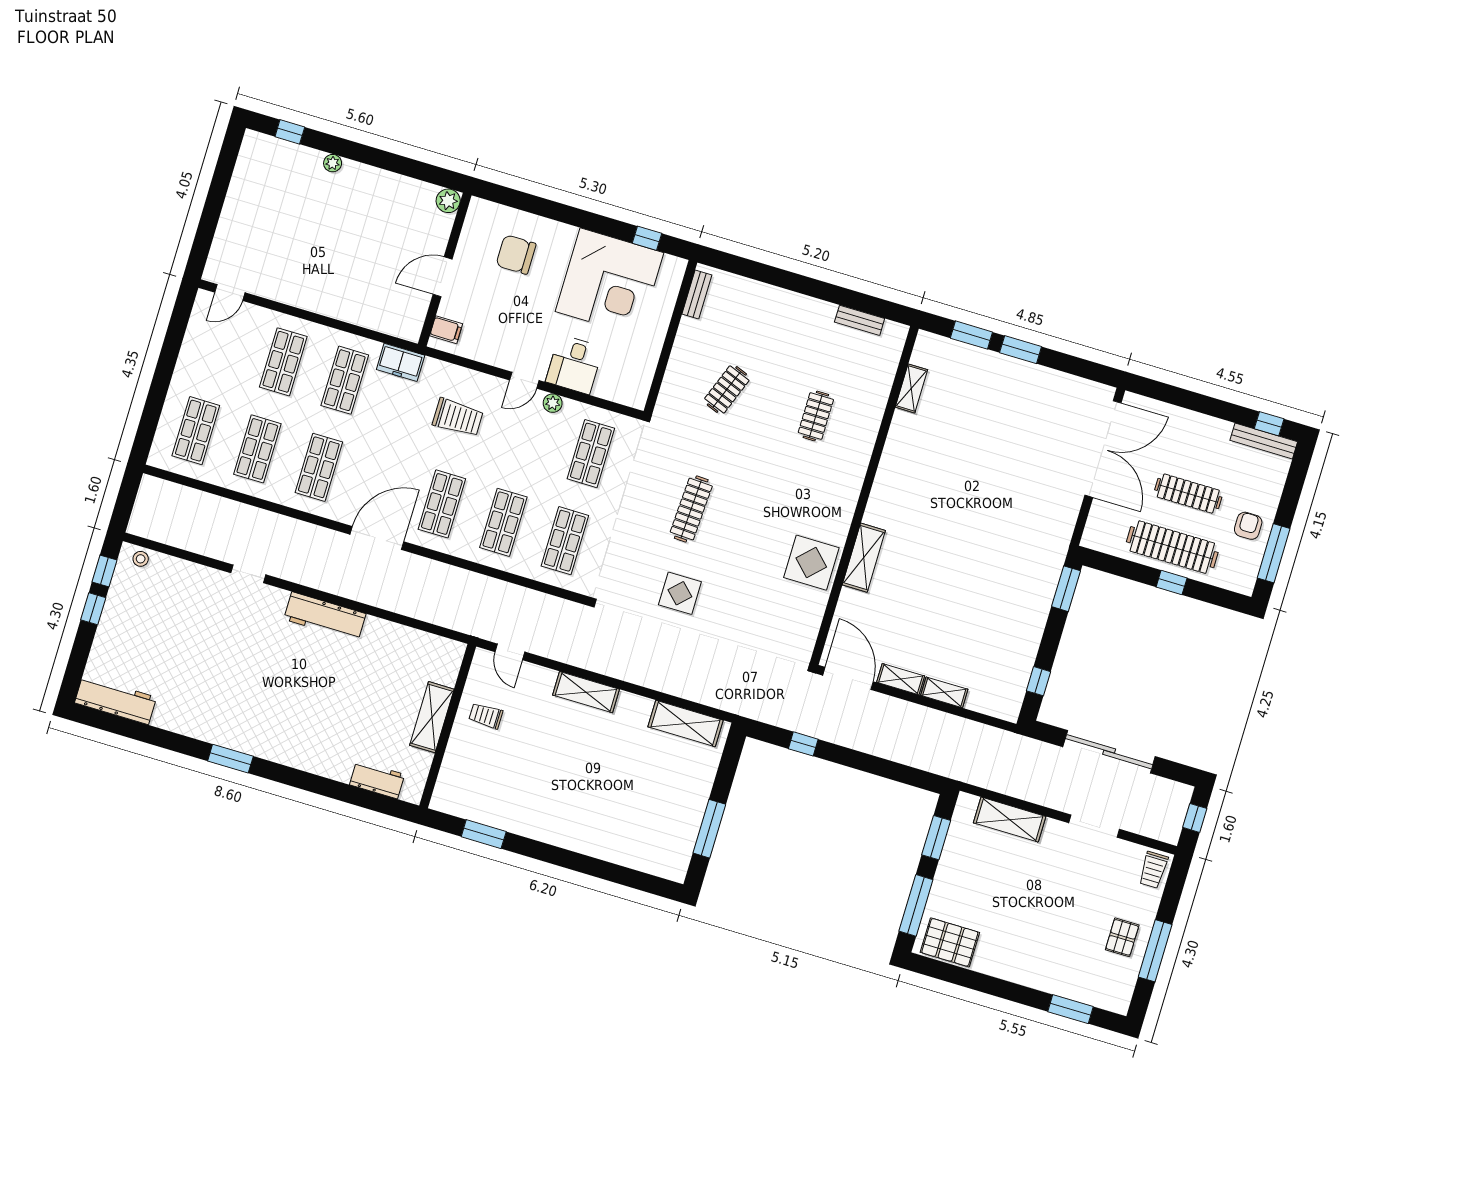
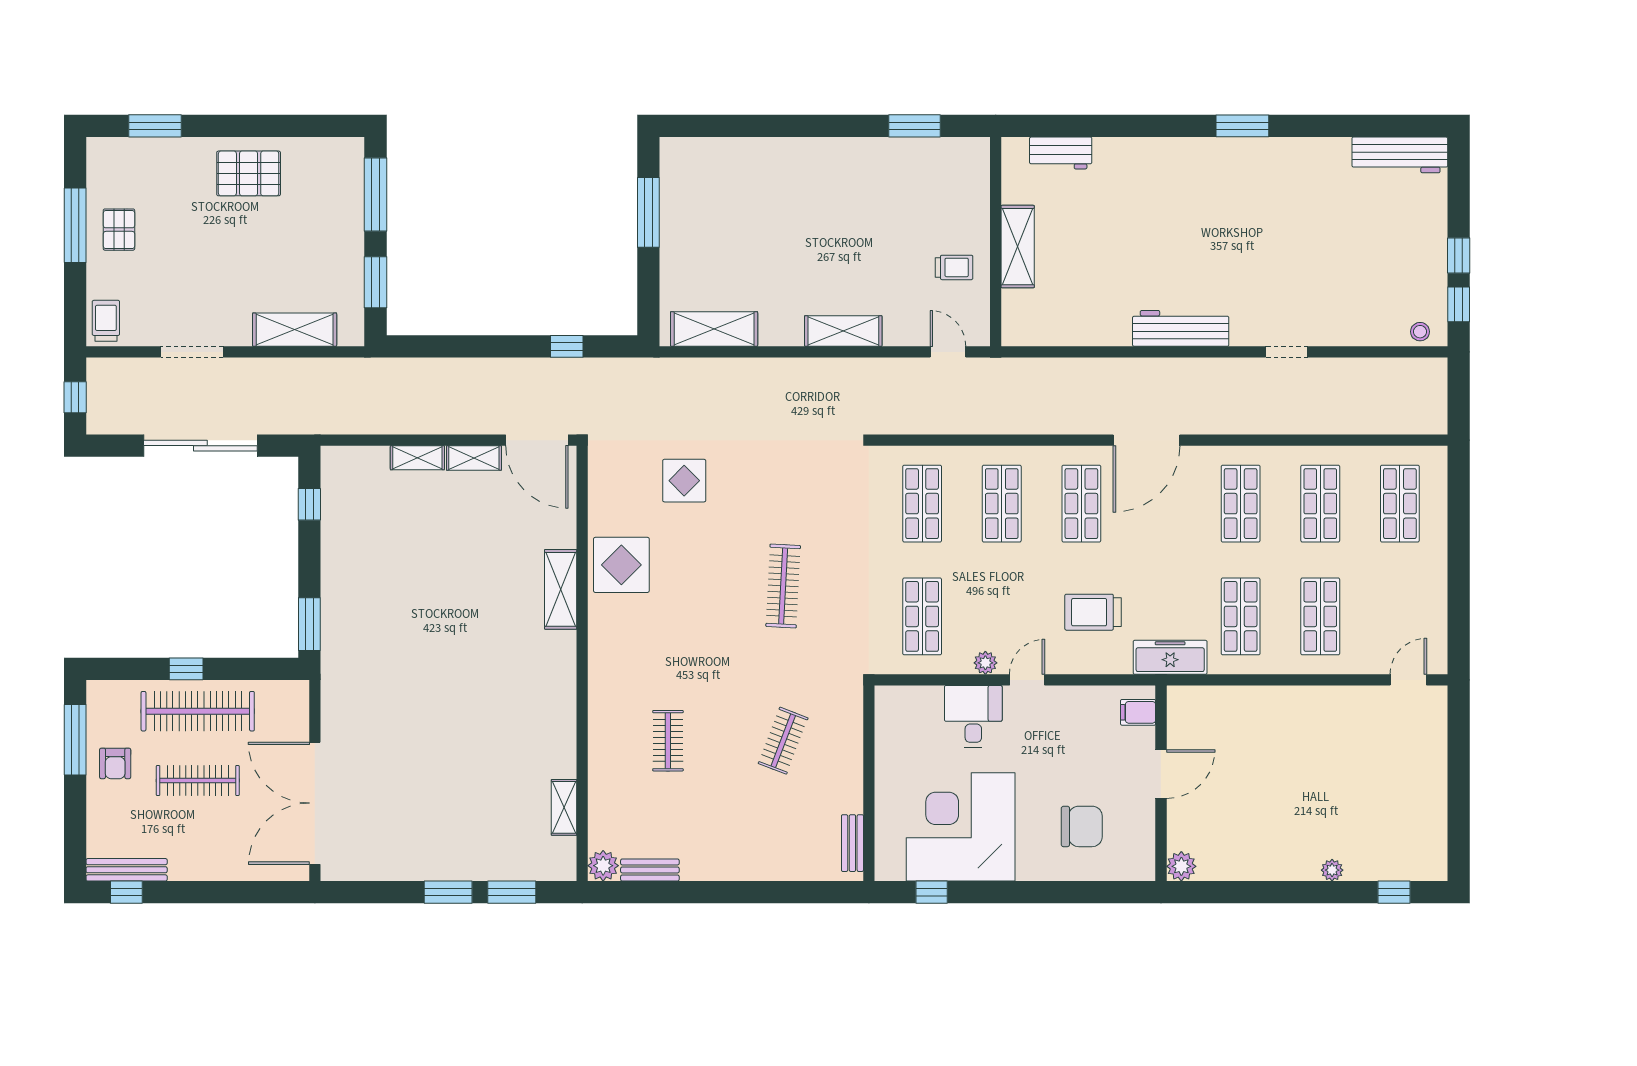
plant: (895, 334) -> (603, 866), added
freezer: (401, 362) -> (1170, 657), width x1.40
display table: (680, 593) -> (684, 481), moved
pallet: (950, 942) -> (249, 173), moved

